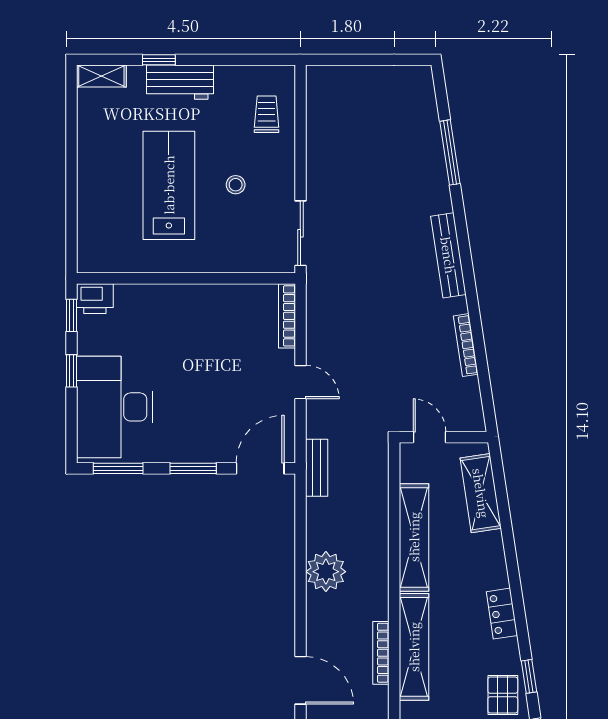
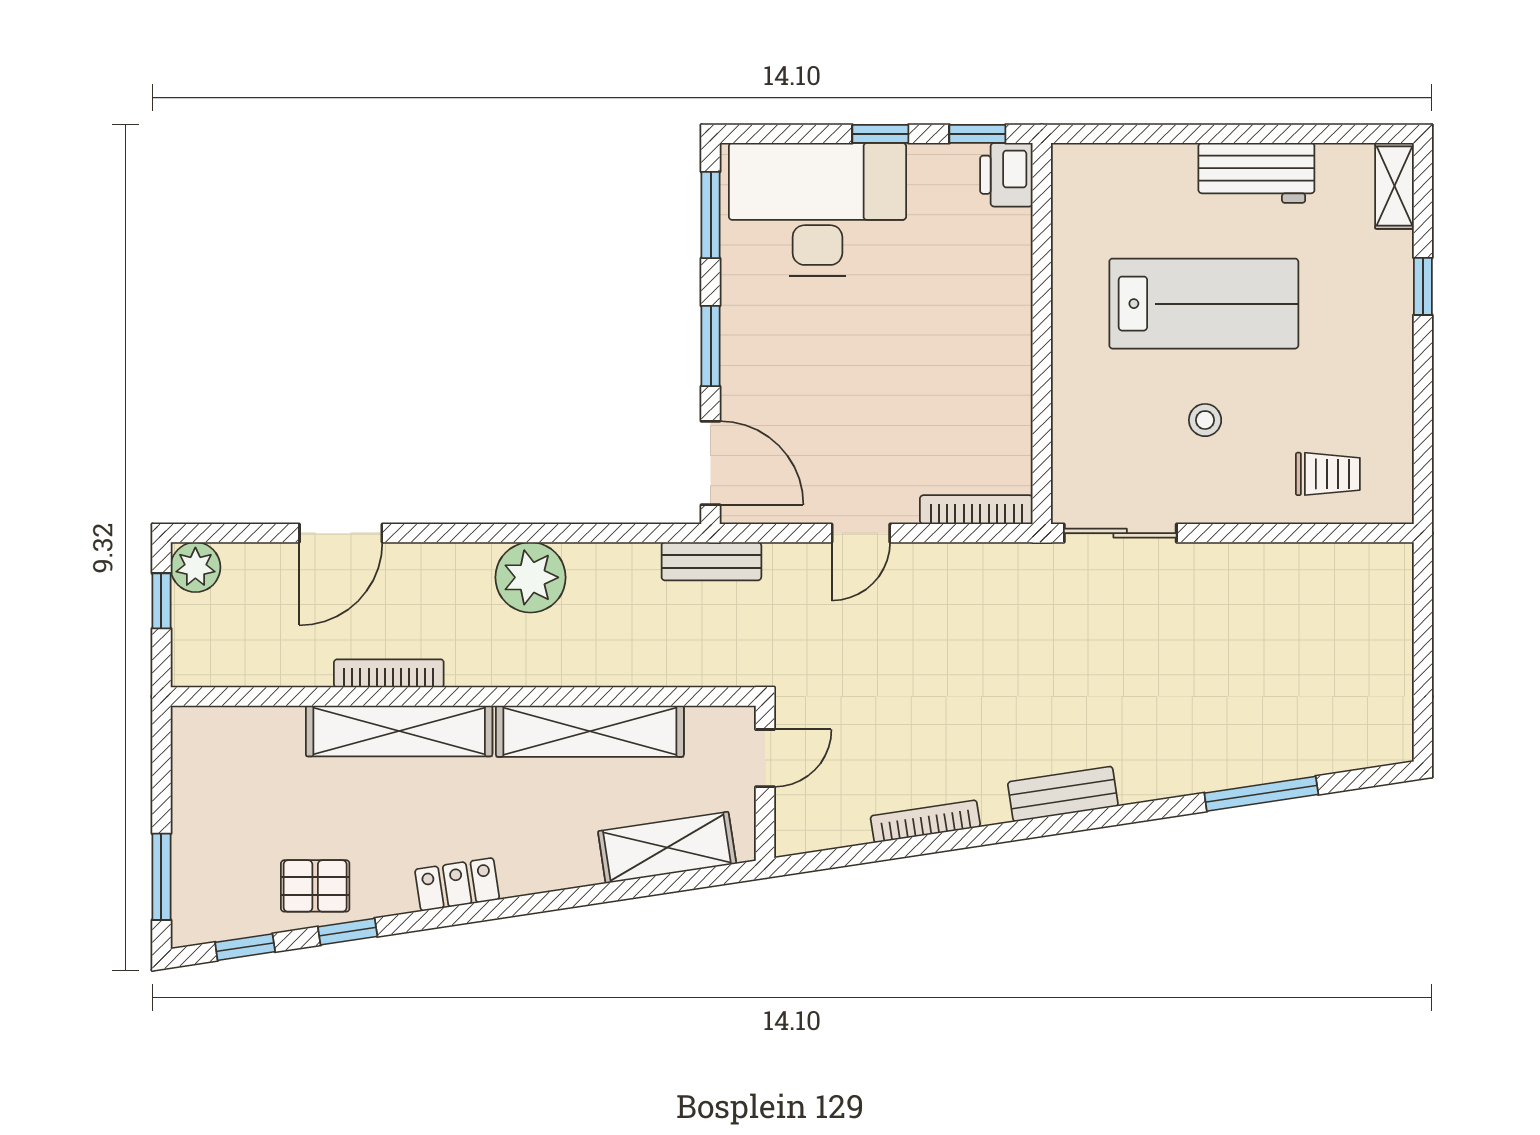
workbench: (180, 82) -> (1256, 173), moved, turned -90
bench: (448, 255) -> (1063, 794), width x0.73

